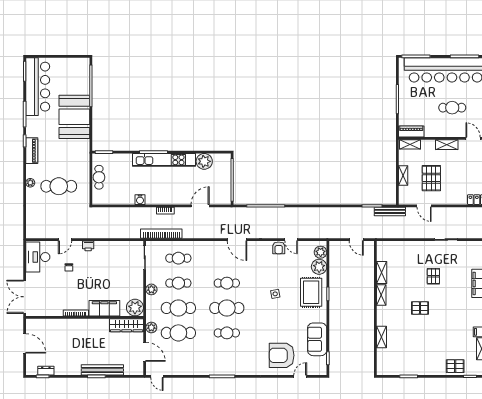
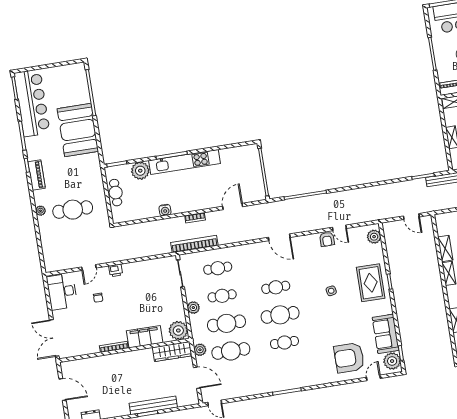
plant: (204, 161) -> (140, 171), moved
plant: (319, 267) -> (392, 361), moved

